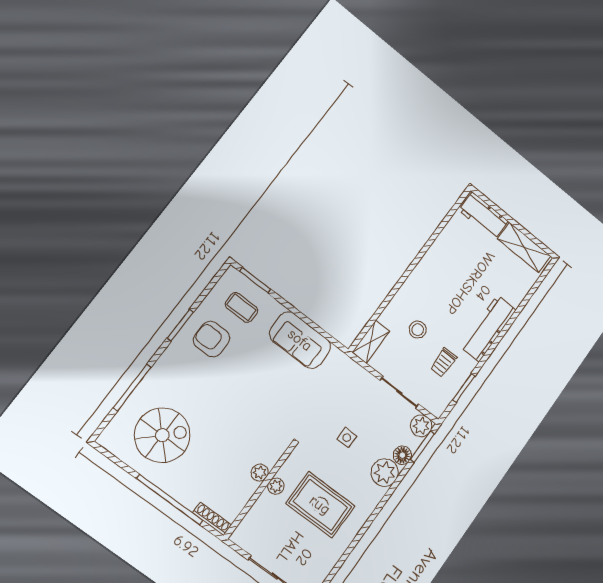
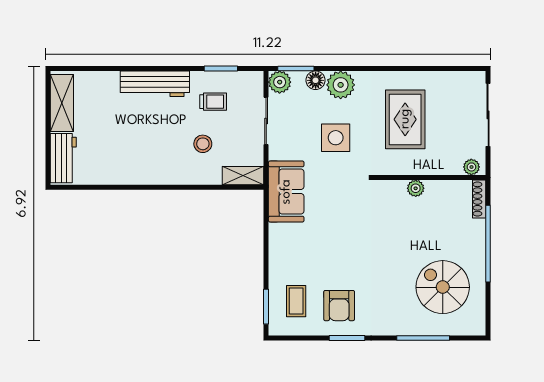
sofa: (300, 340) -> (286, 192), moved
side table: (347, 438) -> (336, 138), width x1.87, depth x1.87
plant: (276, 486) -> (471, 167), moved

